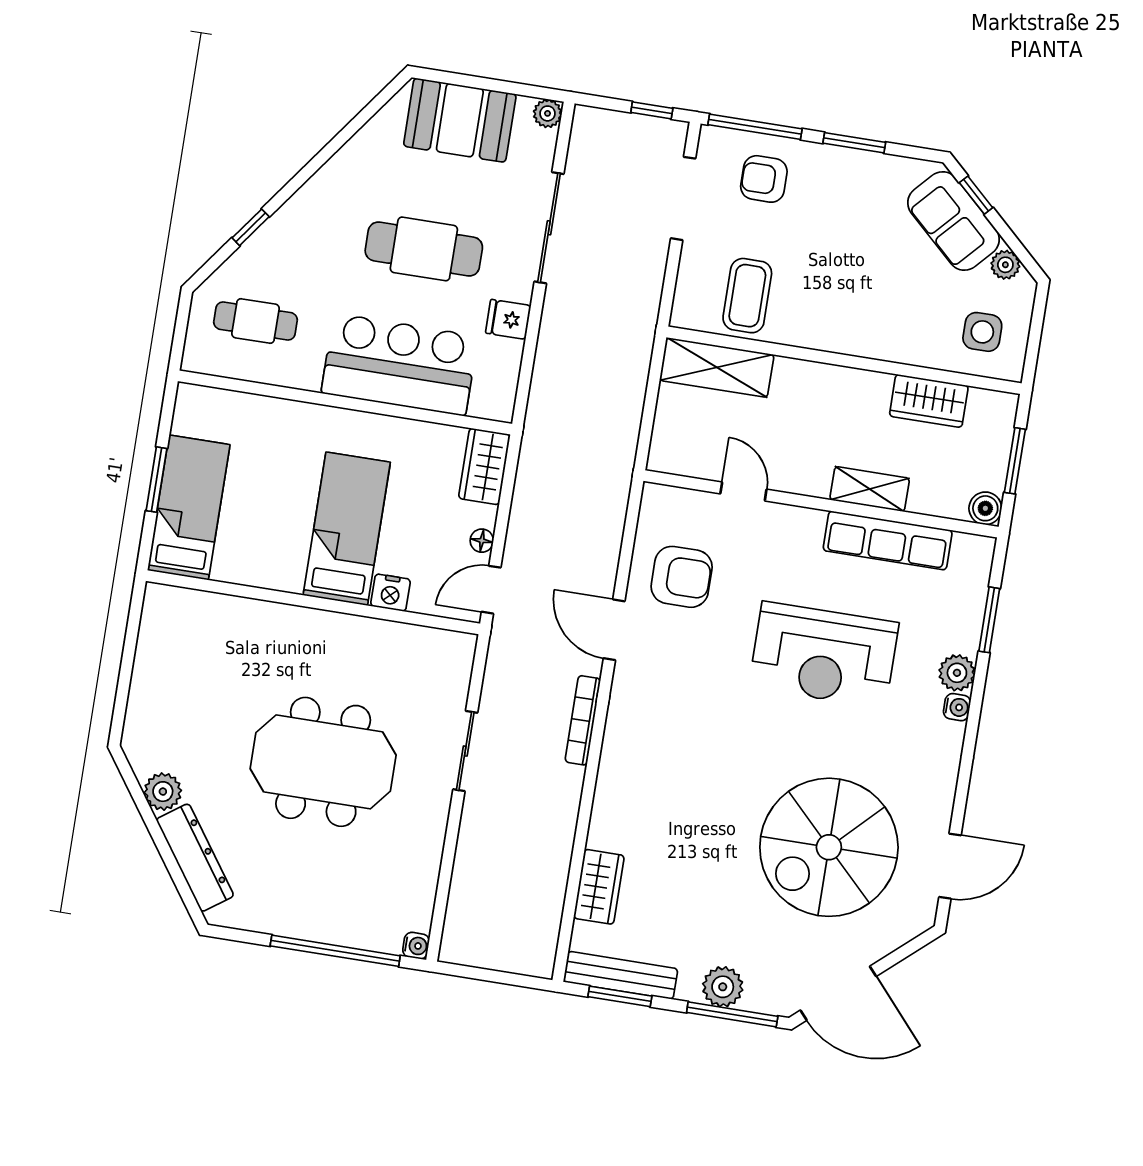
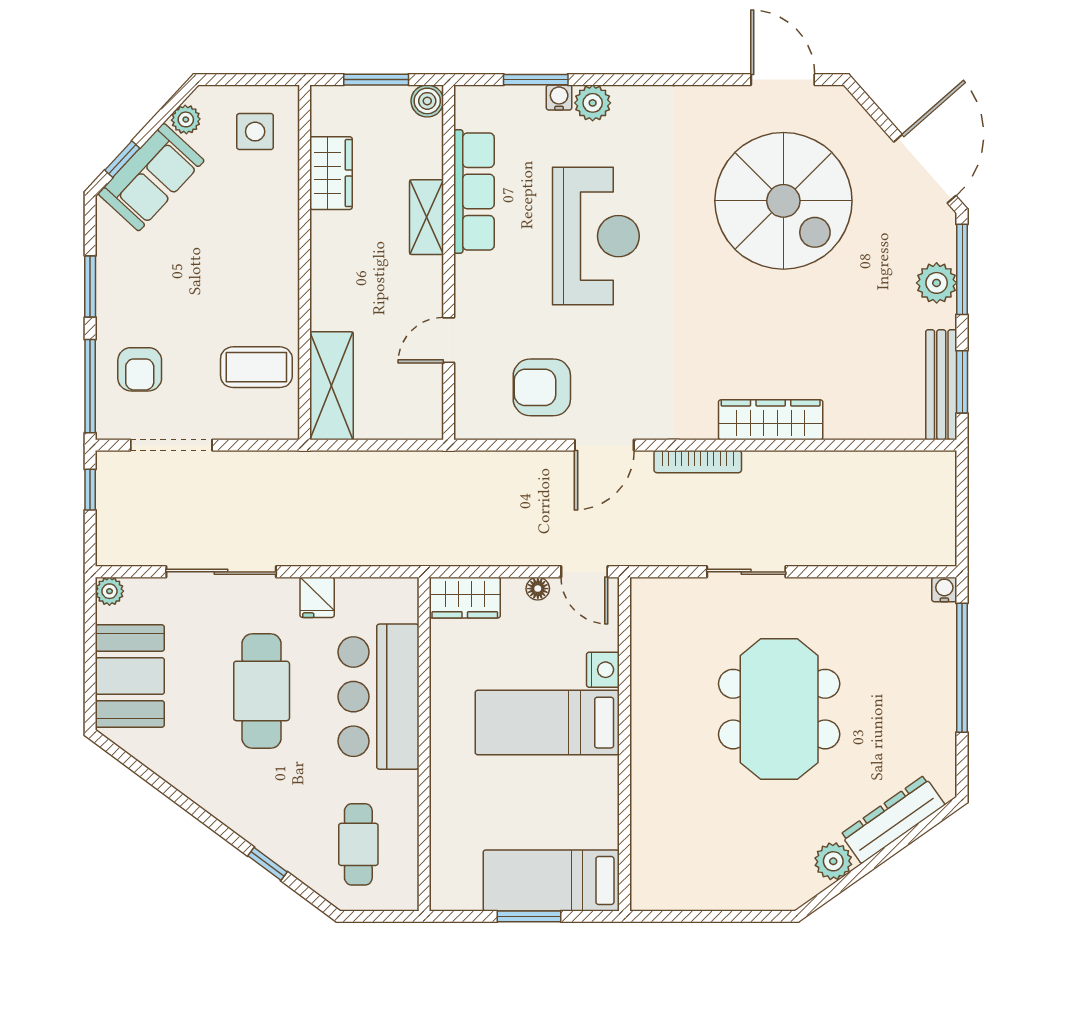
armchair: (682, 577) -> (542, 387), turned -90
water cooler: (957, 707) -> (559, 97), moved
wardrobe: (599, 887) -> (771, 420), moved, width x1.50

